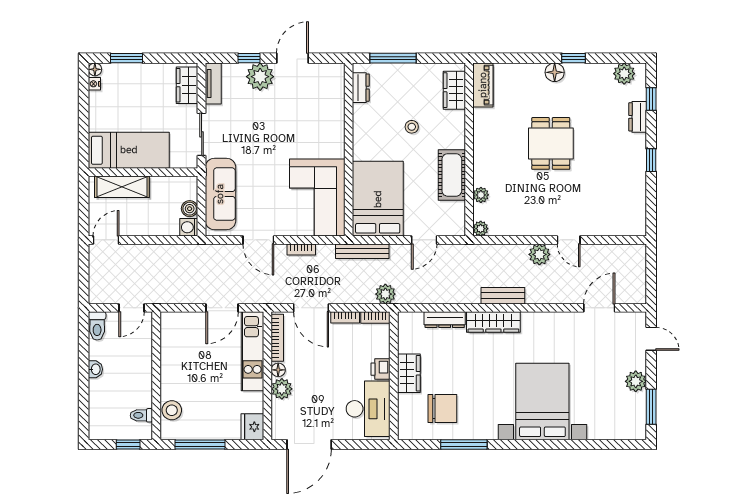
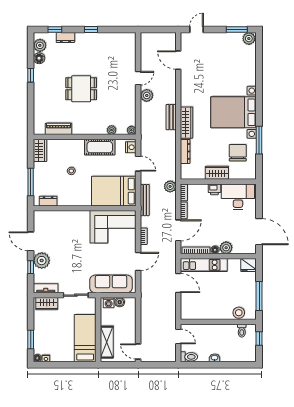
floor lamp: (555, 72) -> (39, 58), moved
piano: (483, 85) -> (58, 129), moved
wardrobe: (454, 90) -> (40, 150), moved, turned -90
washing machine: (189, 227) -> (109, 303), moved
nightstand: (452, 227) -> (131, 147), added
plant: (636, 381) -> (249, 39), moved
bed with nightstands: (542, 401) -> (234, 112), moved

